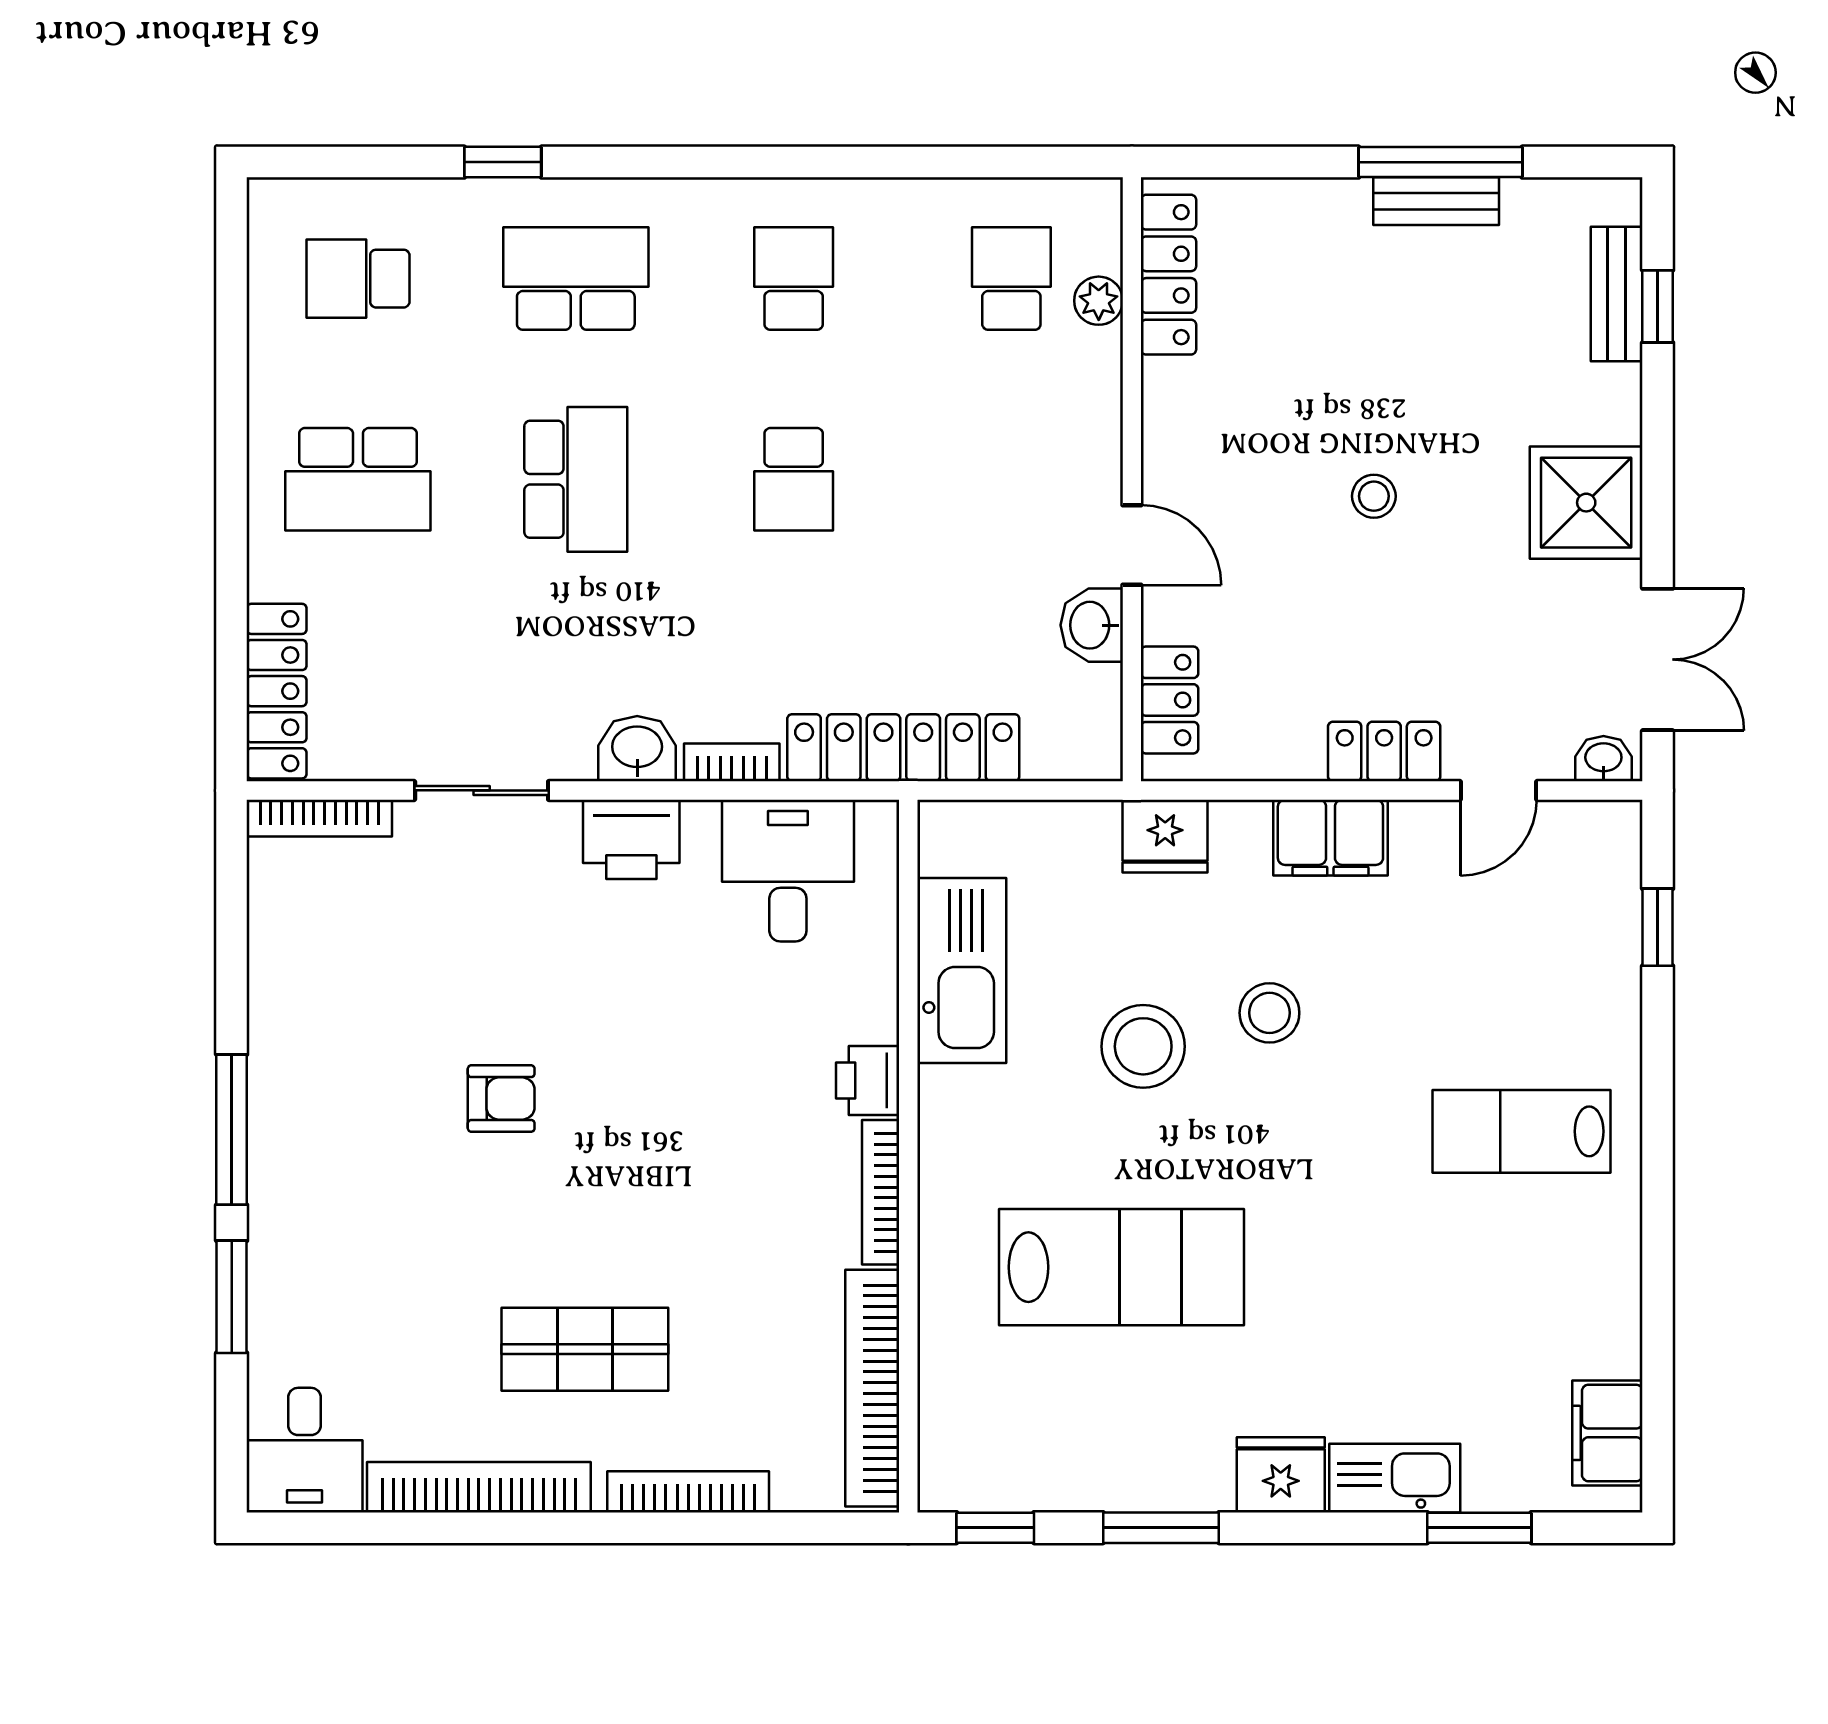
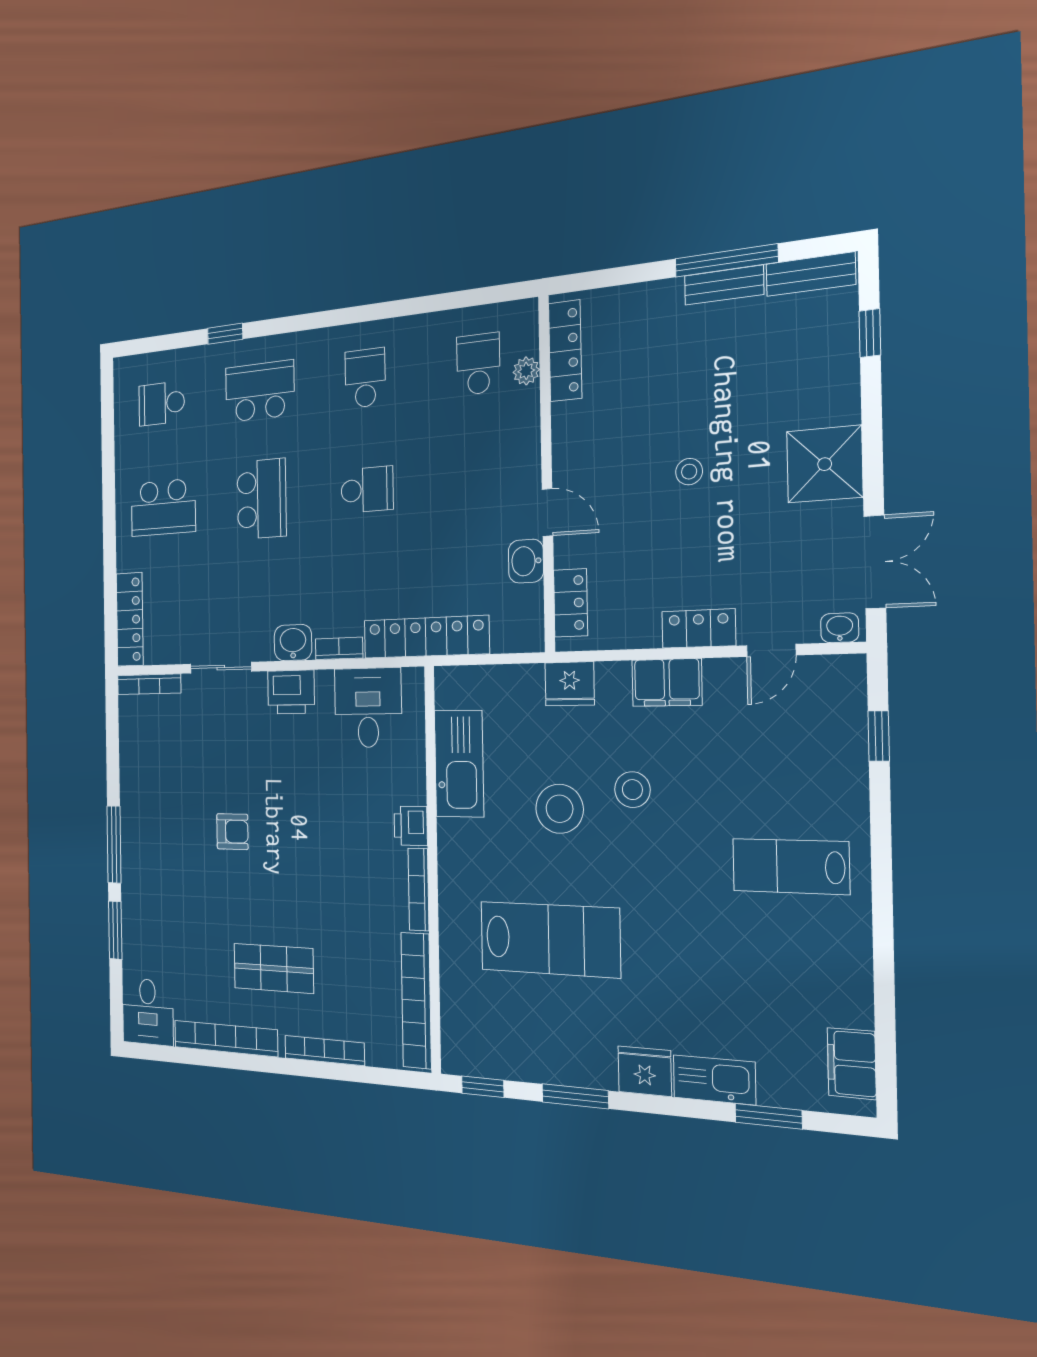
bench: (1617, 294) -> (811, 274), moved, turned 90
school desk: (794, 479) -> (367, 490), turned -90

